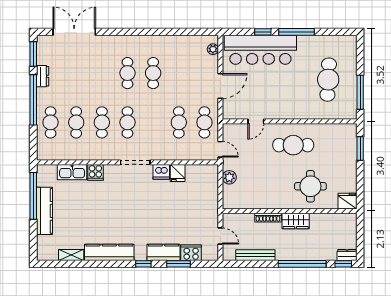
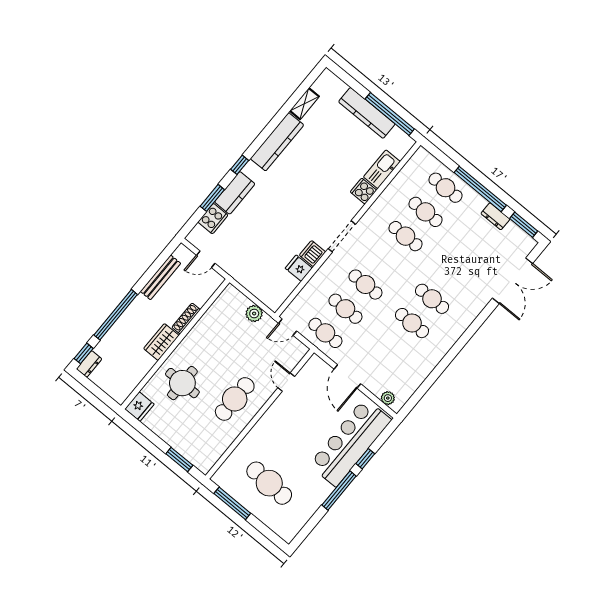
cafe table: (127, 122) -> (365, 285), moved

